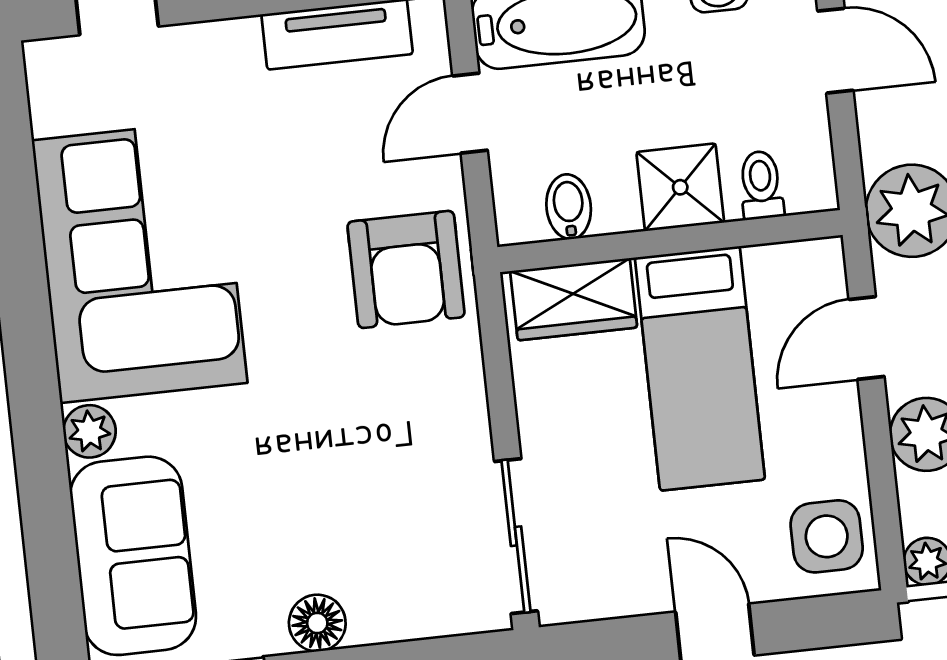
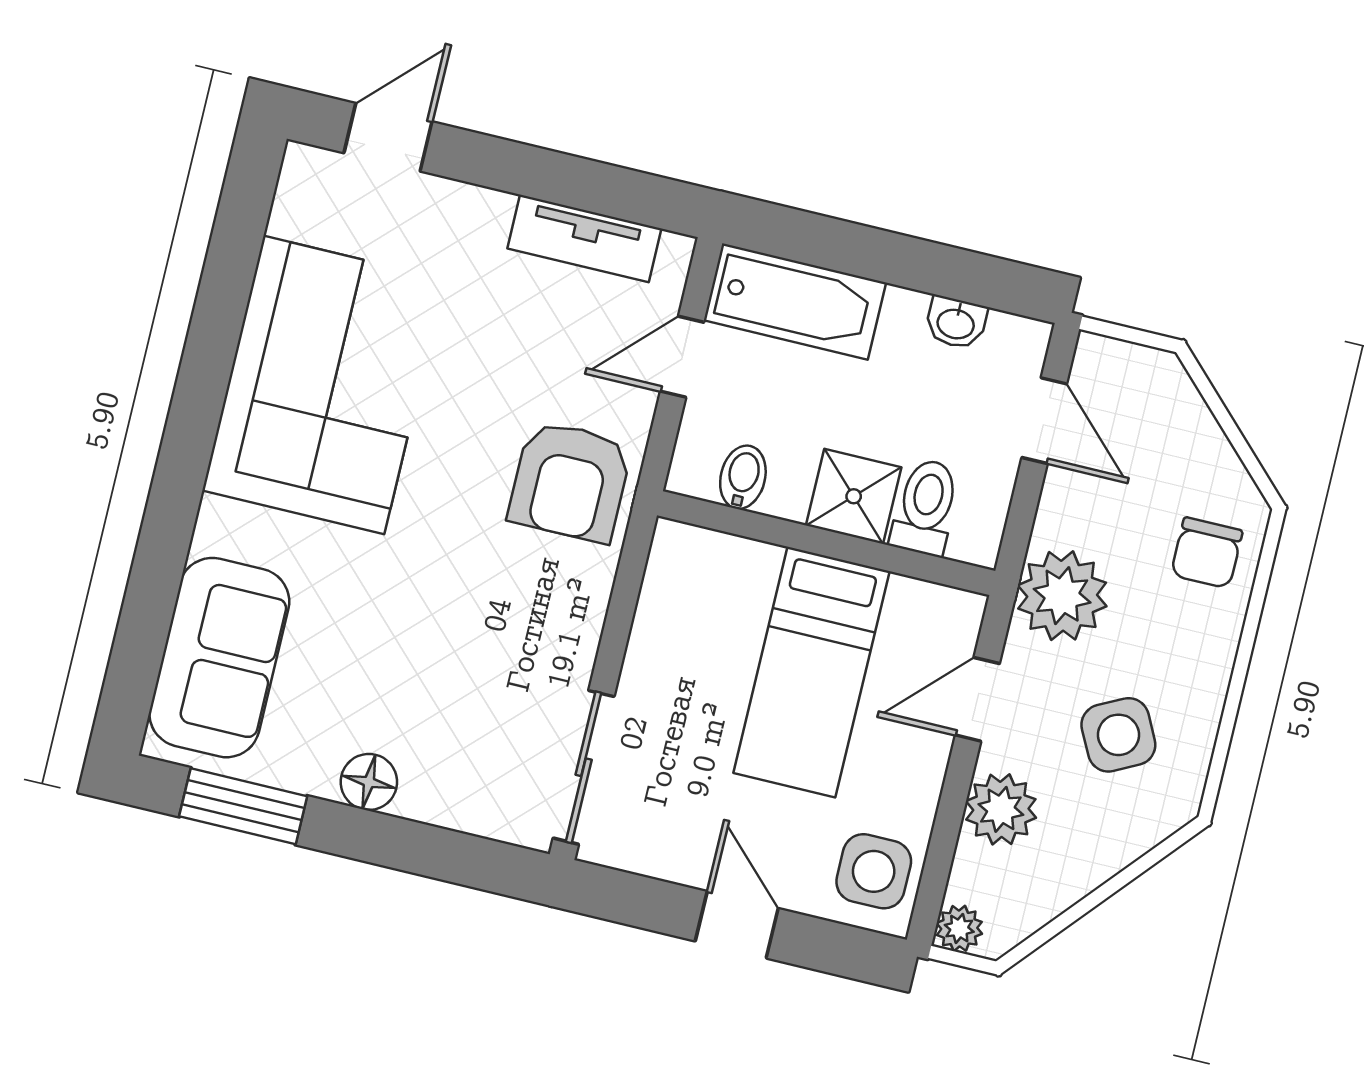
toilet: (761, 185) -> (926, 507), width x1.37, depth x1.39
wardrobe: (574, 299) -> (717, 565), removed
plant: (89, 431) -> (220, 527), removed

